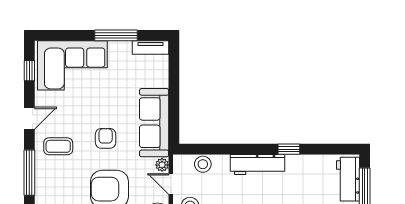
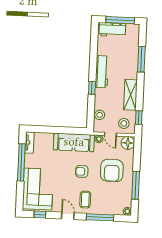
window: (116, 35) -> (21, 162), width x1.46
window: (289, 149) -> (92, 88), moved
workbench: (257, 164) -> (102, 72), moved
door: (171, 184) -> (110, 134), hinge flipped

